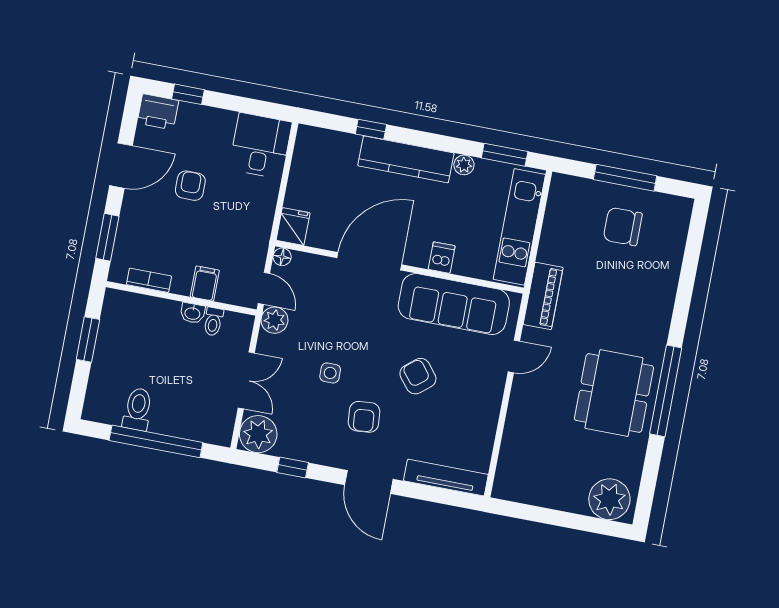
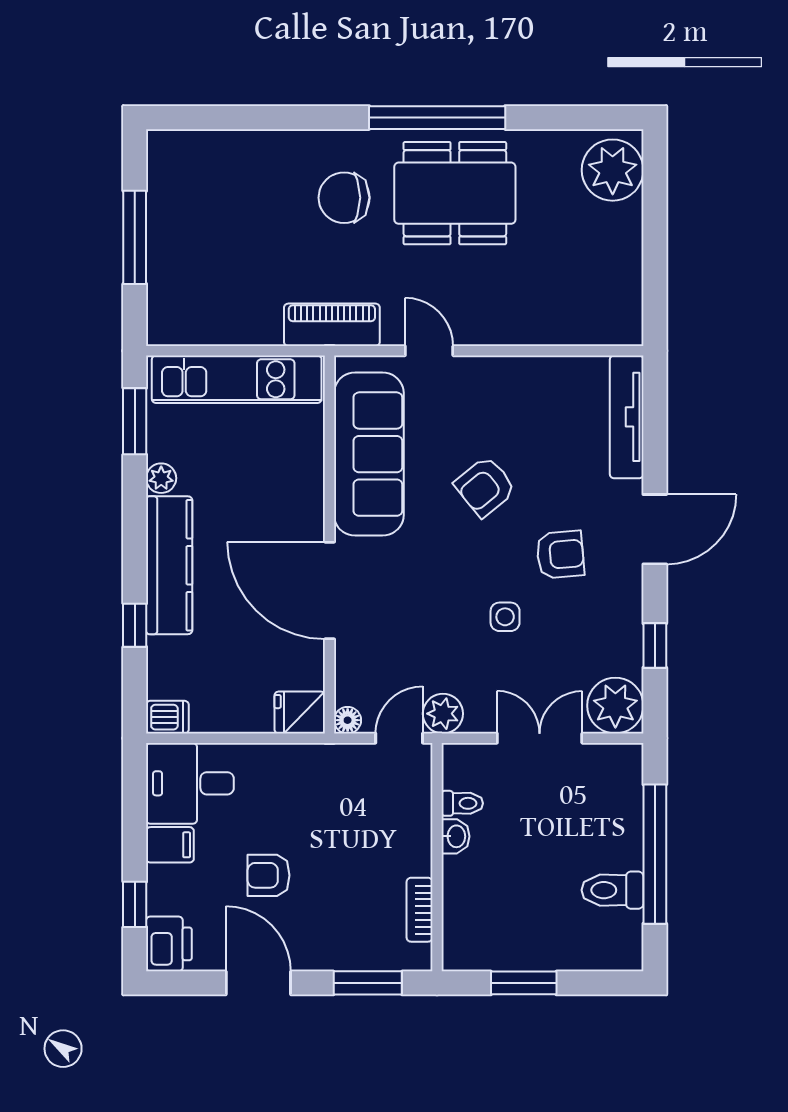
chair: (623, 227) -> (344, 198), moved, turned 90
dishwasher: (442, 258) -> (167, 717), moved, turned 180
filing cabinet: (205, 284) -> (170, 845), moved, turned 180

